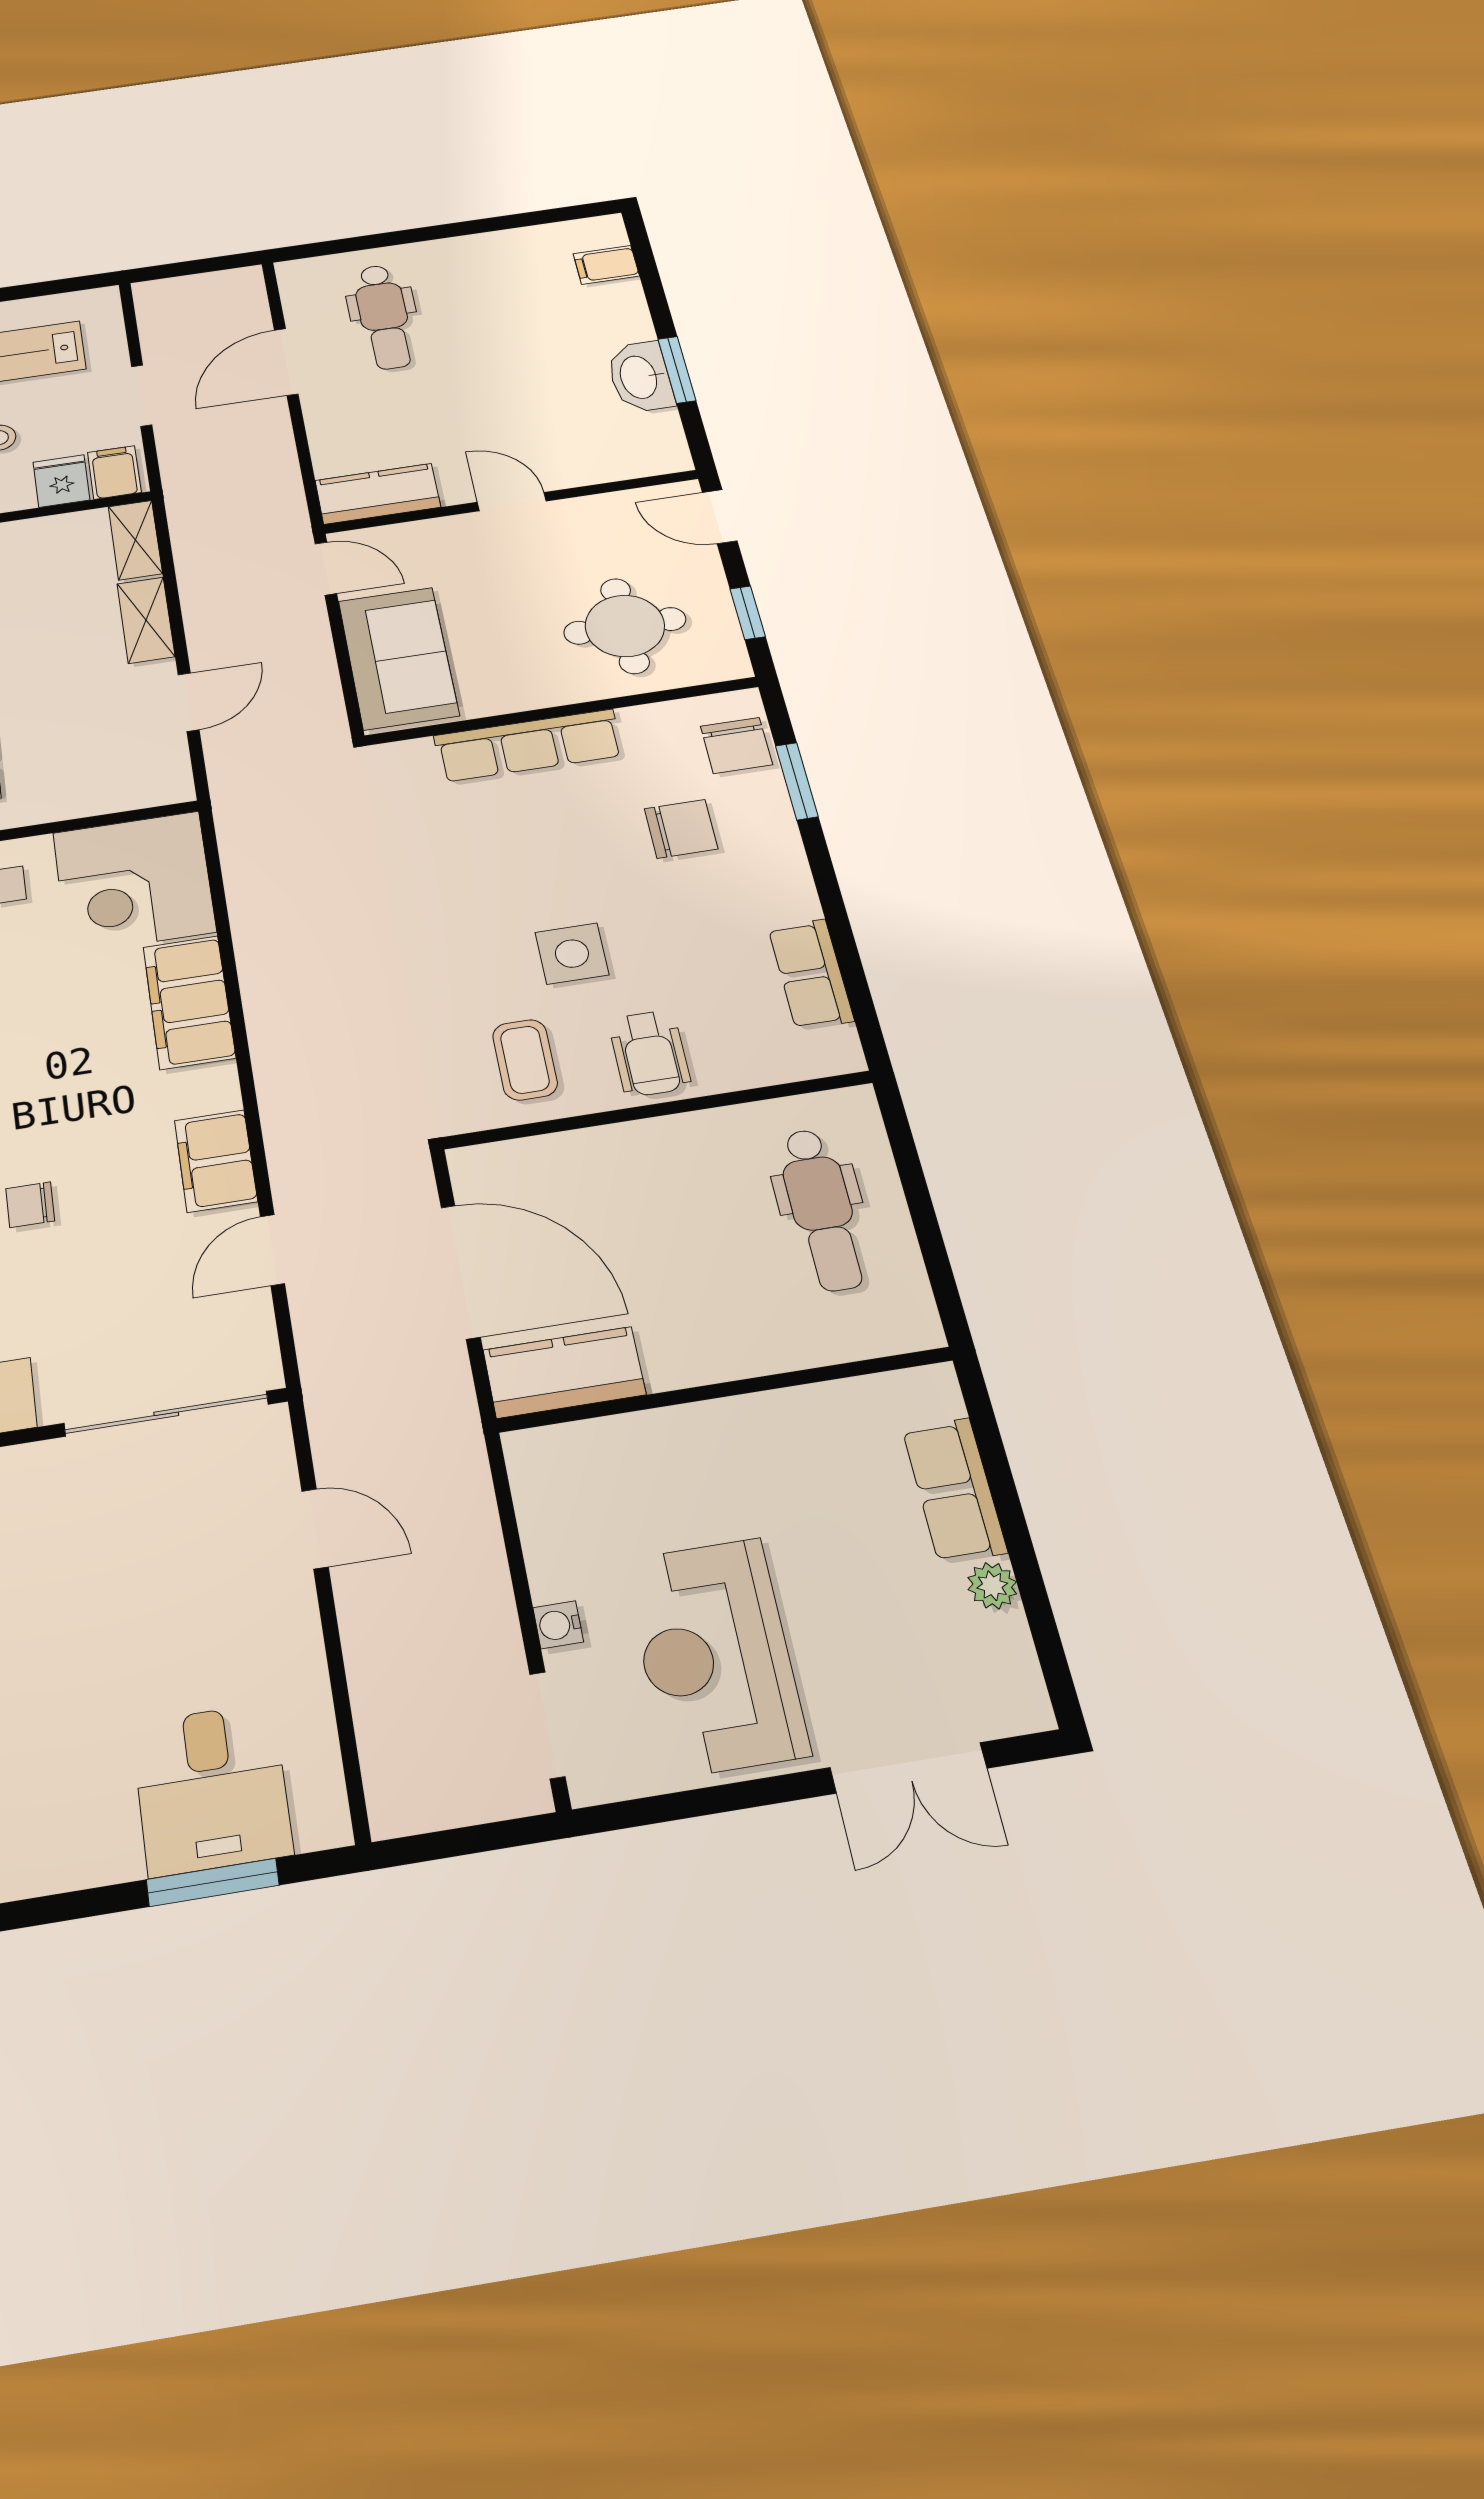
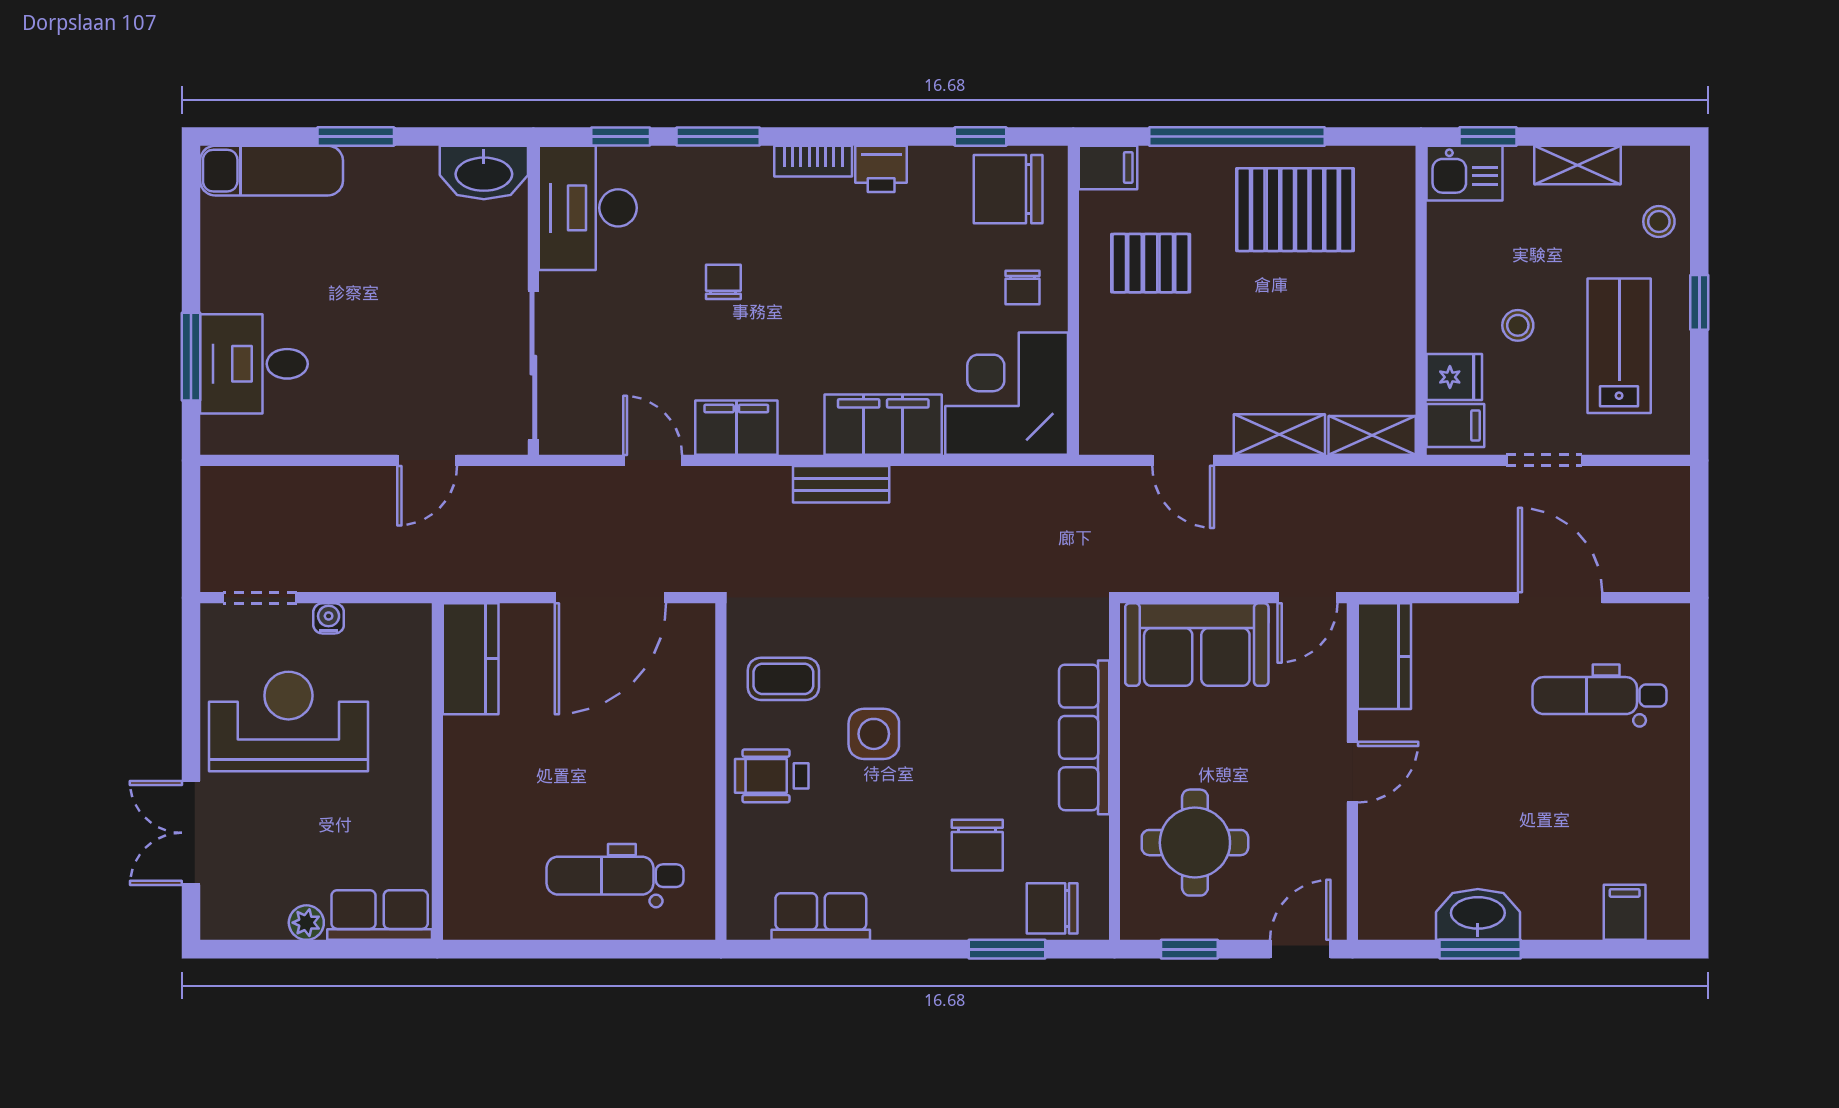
bench: (270, 1035) -> (841, 484), added
kitchen counter: (564, 1372) -> (471, 659), moved
wall: (725, 1390) -> (437, 772), moved

